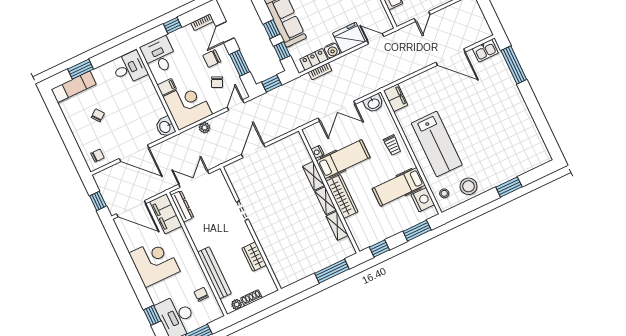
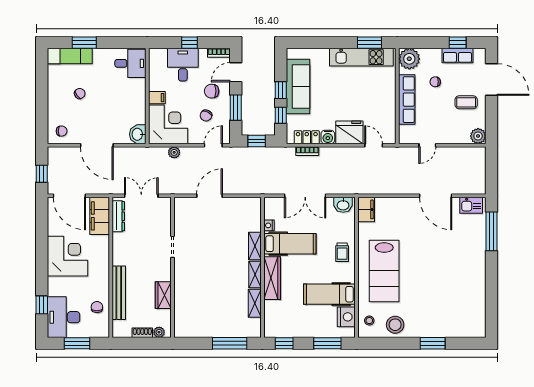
desk: (159, 55) -> (183, 65), moved
plant: (237, 304) -> (159, 332), moved

